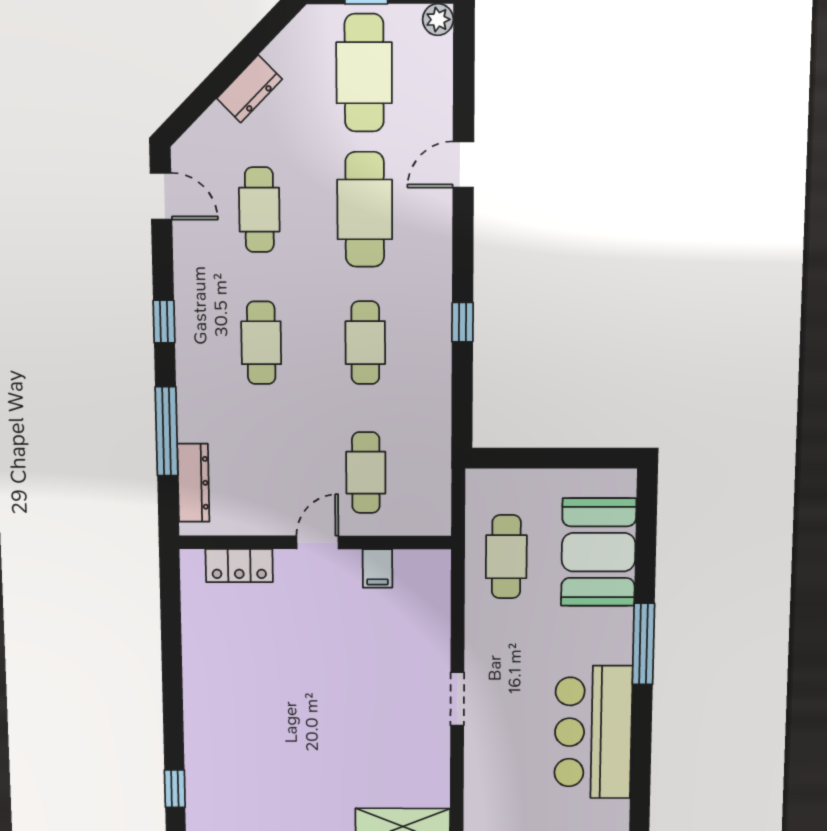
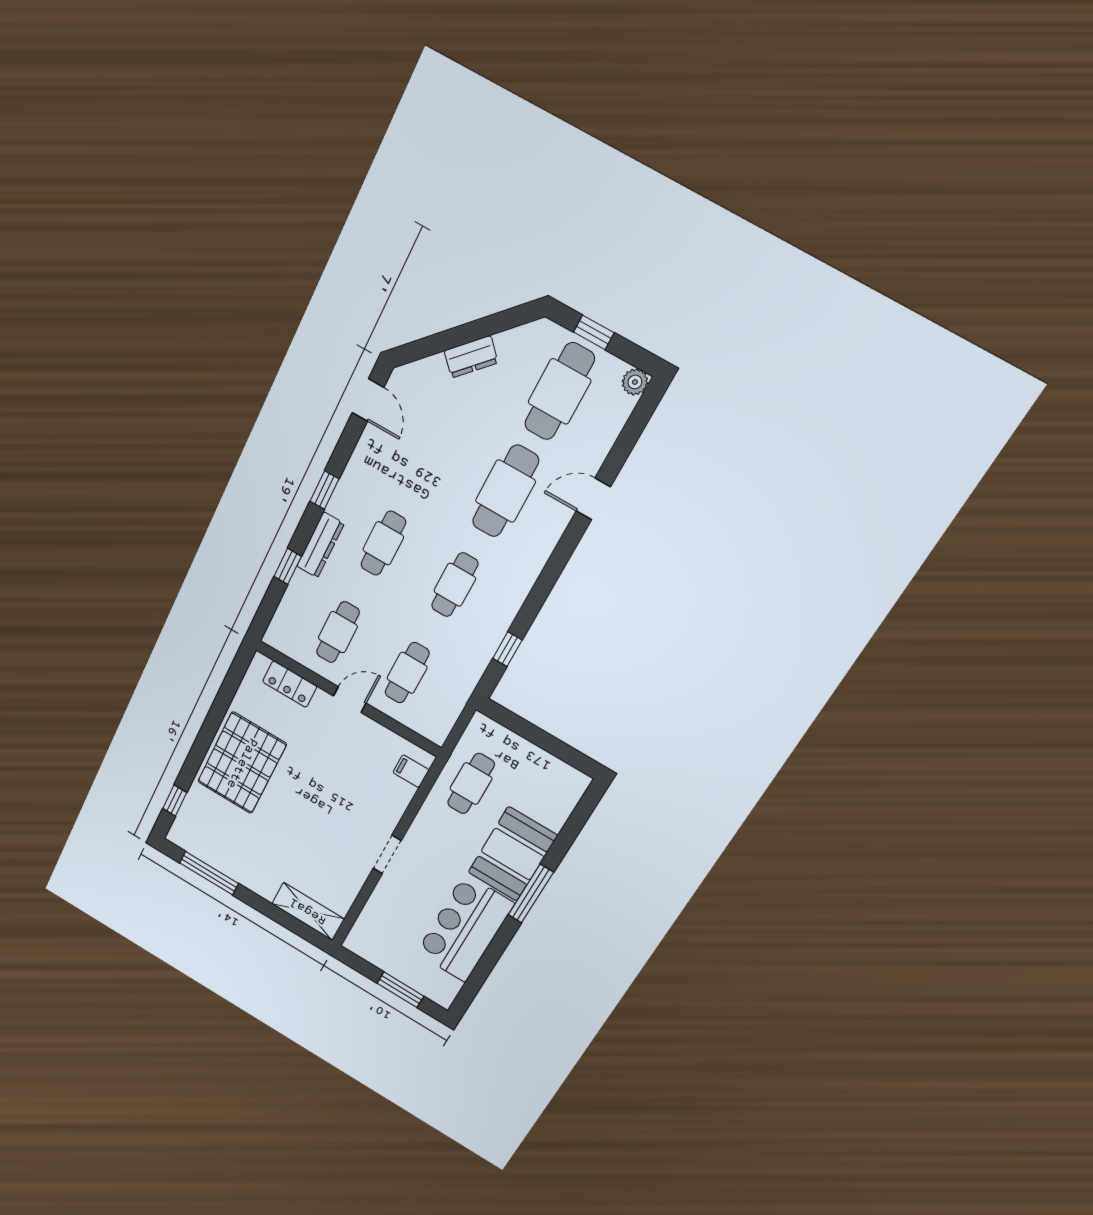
cafe table: (259, 210) -> (338, 632), moved
window: (462, 322) -> (507, 649), moved
window: (167, 431) -> (288, 566), width x0.46
dresser: (193, 483) -> (320, 545), moved
booth: (599, 552) -> (512, 854), moved
filing cabinet: (377, 568) -> (411, 771), moved, turned 90
pallet: (232, 693) -> (242, 763), added

